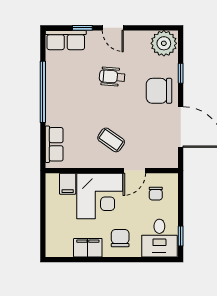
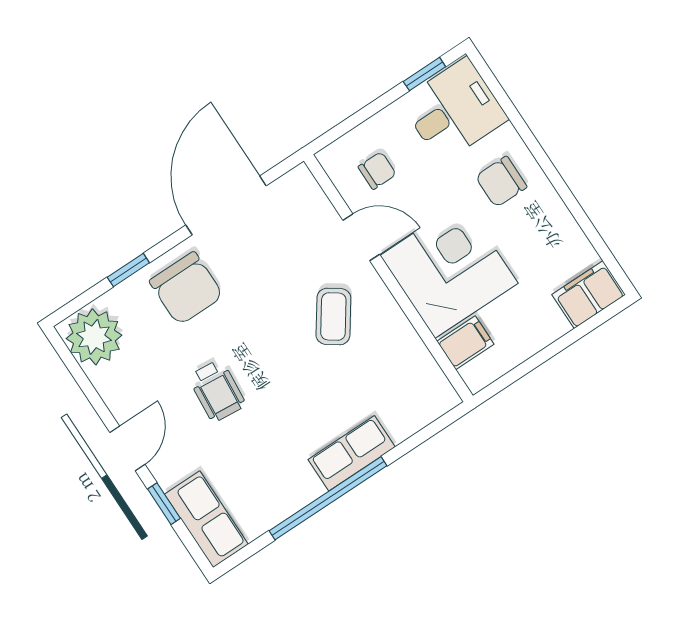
row of seats: (54, 144) -> (352, 453), moved
filing cabinet: (88, 248) -> (589, 295), moved, turned 90

